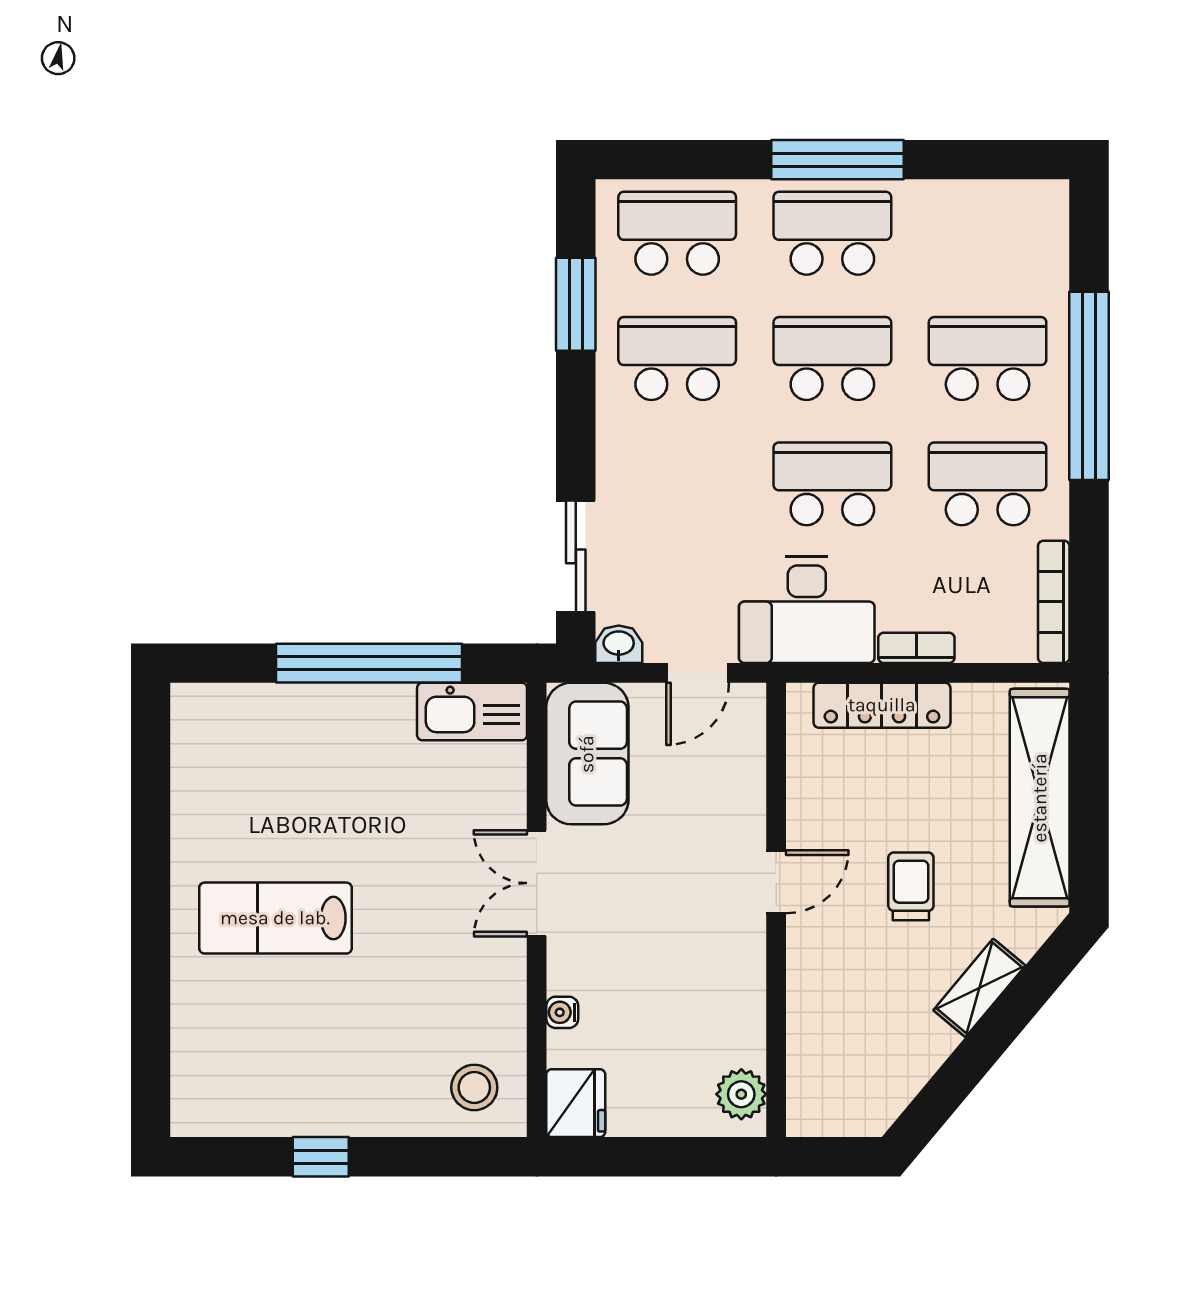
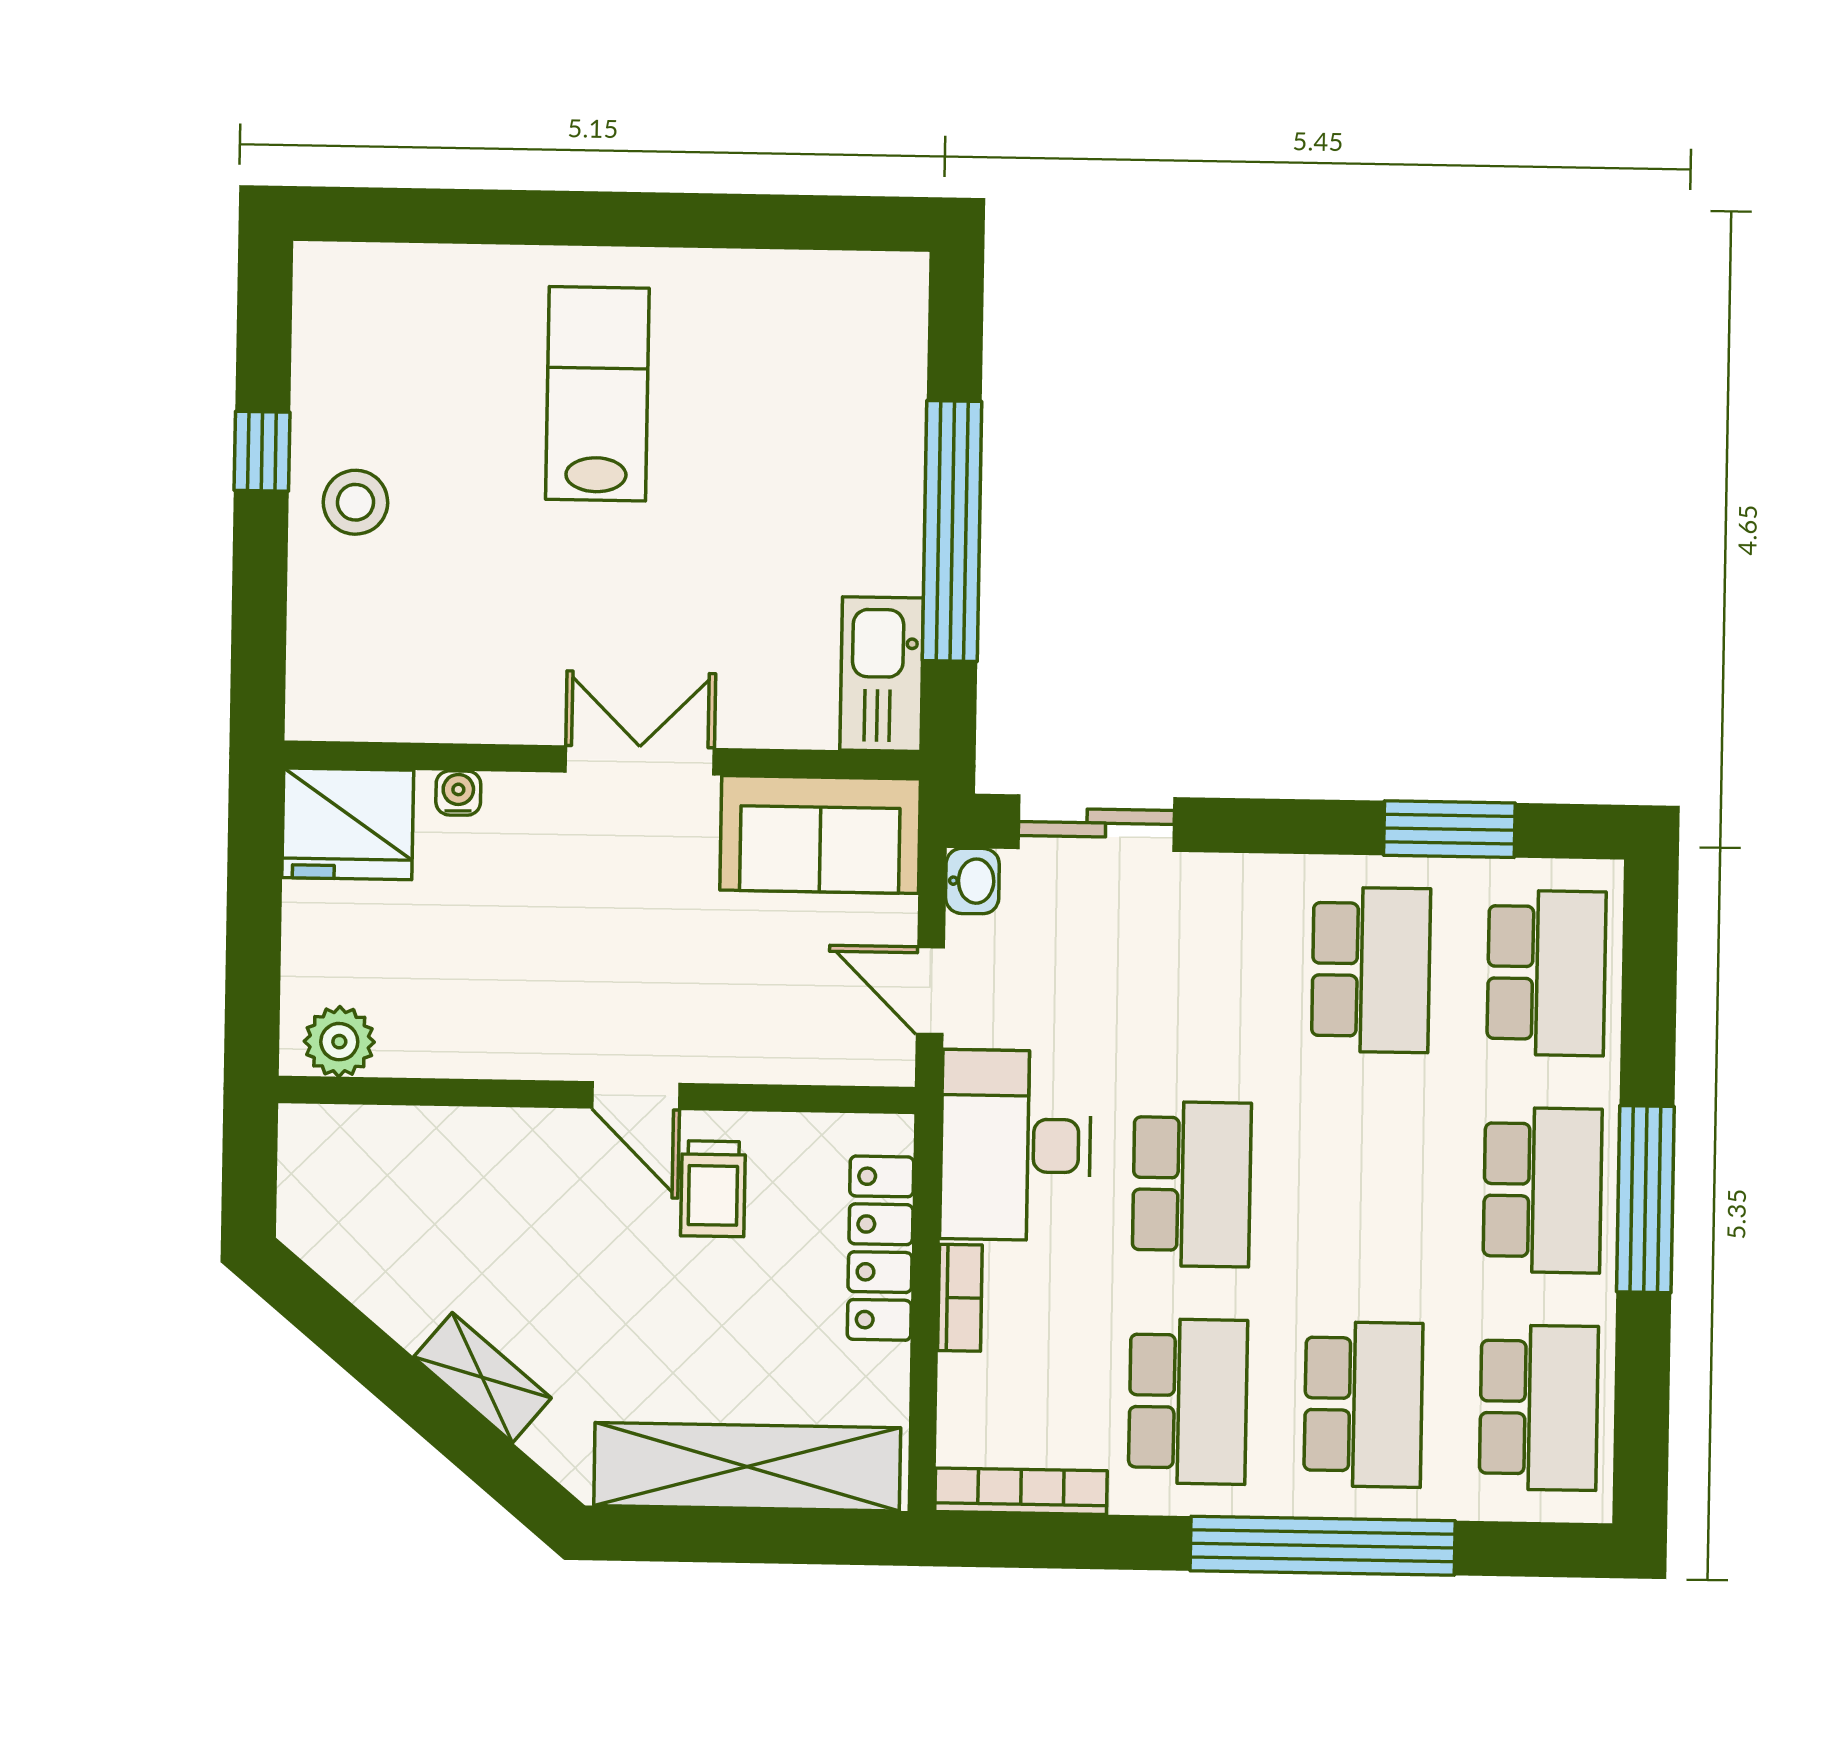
school desk: (832, 359) -> (1539, 1408), moved
trolley: (911, 886) -> (713, 1189), moved, turned 90
stool: (474, 1087) -> (355, 502), moved
fridge: (576, 1103) -> (348, 824), width x1.36, depth x1.34

